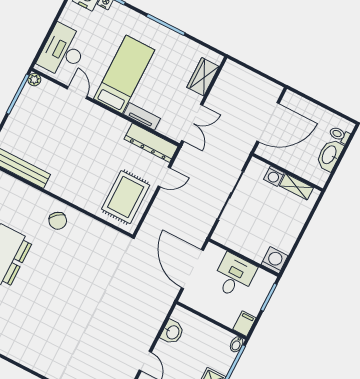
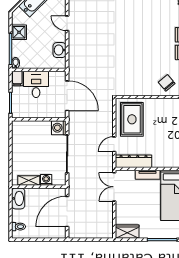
wardrobe: (203, 77) -> (127, 232), moved, turned -90
washbasin: (330, 155) -> (18, 198), moved
washing machine: (275, 260) -> (59, 128), moved, turned 90
desk: (234, 276) -> (36, 84), moved, turned 180

